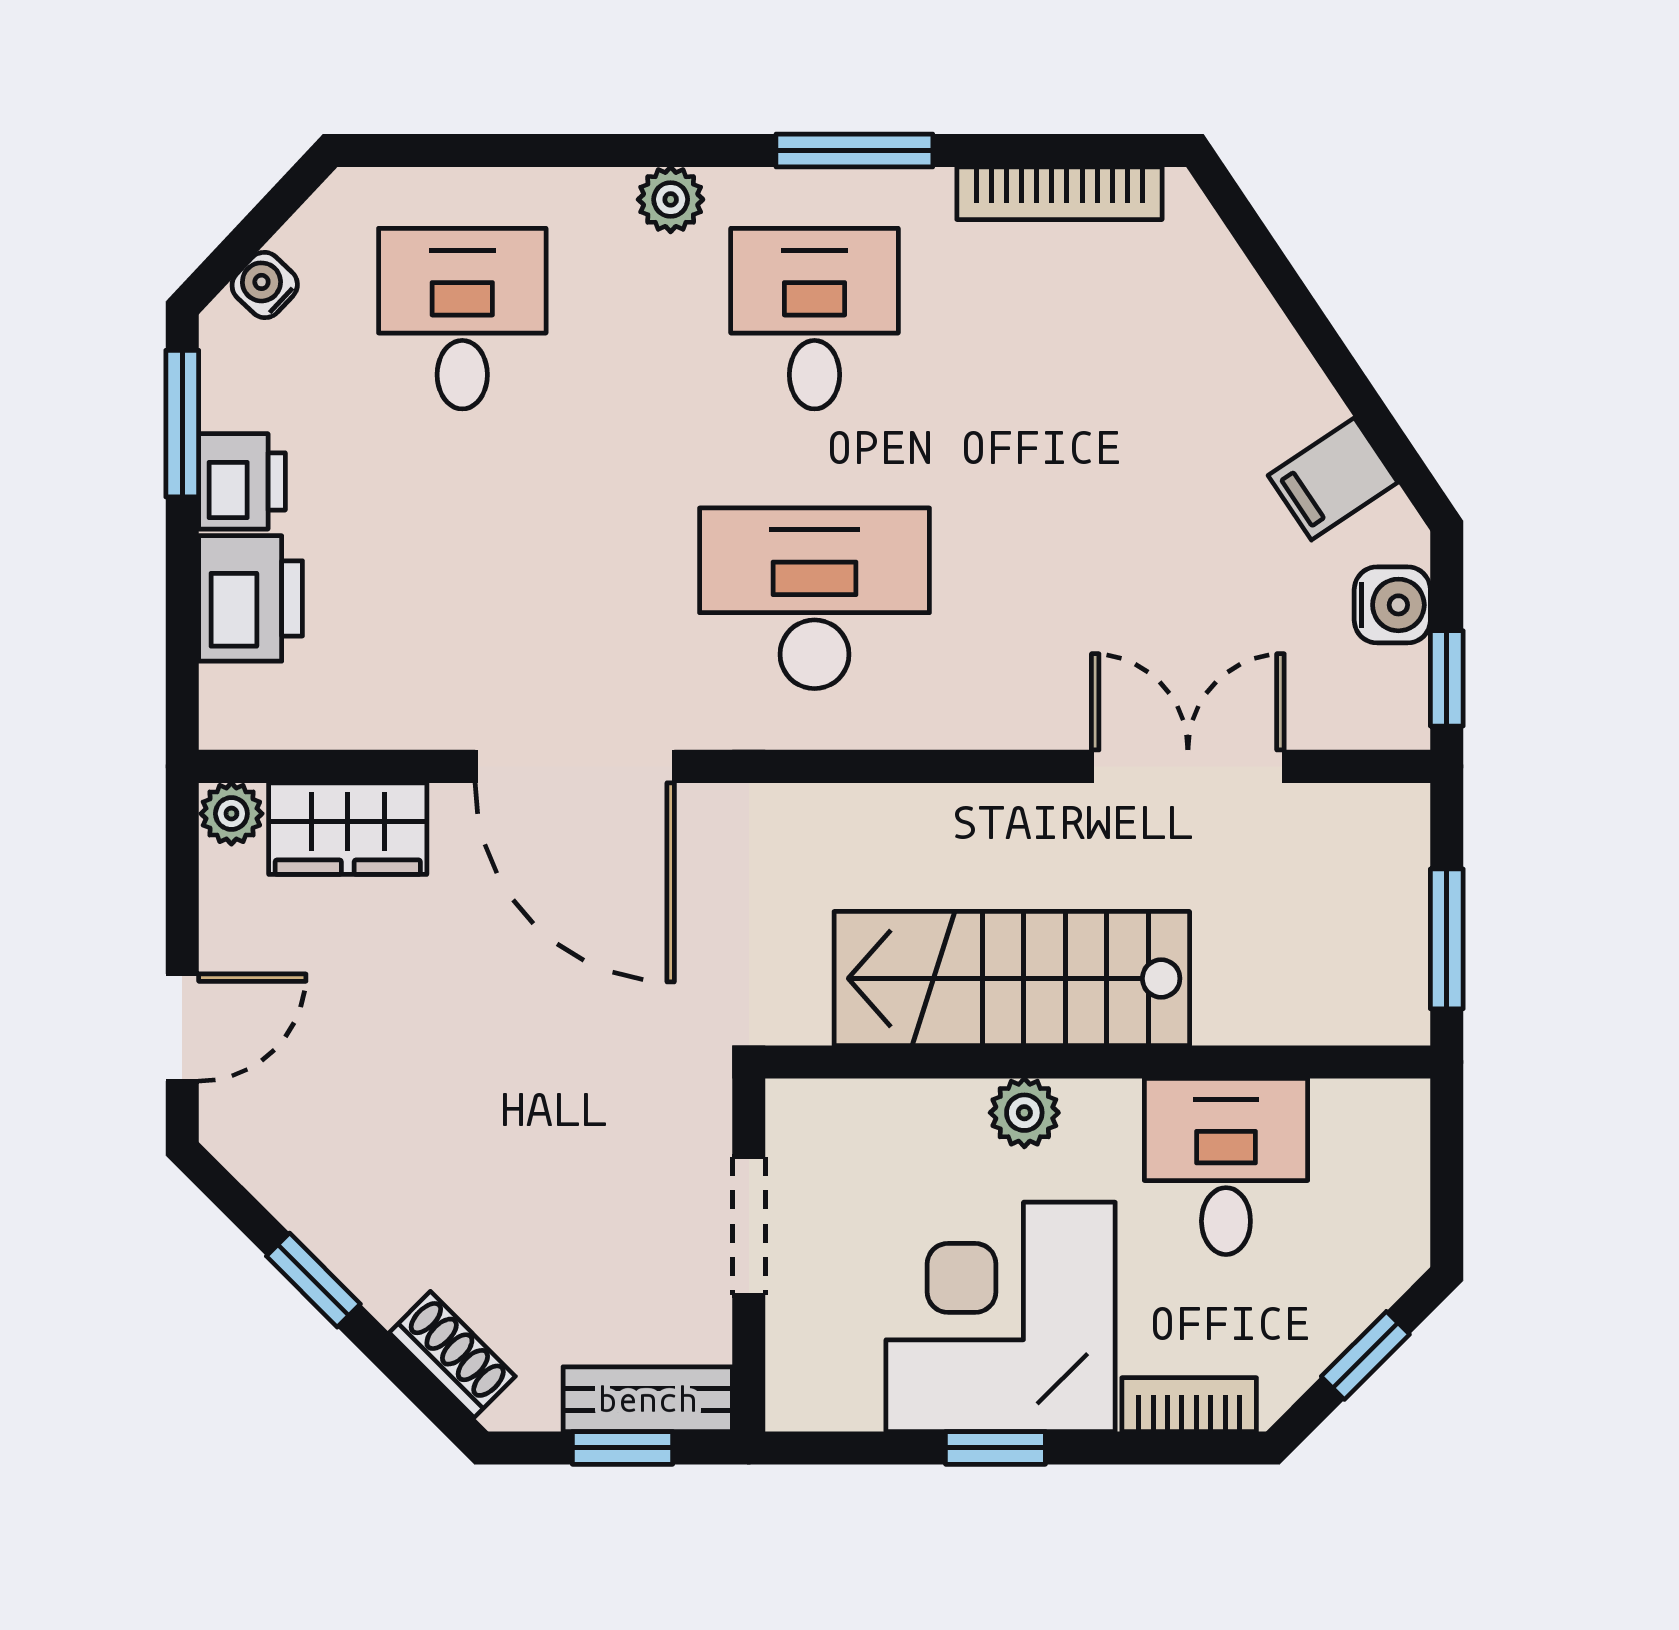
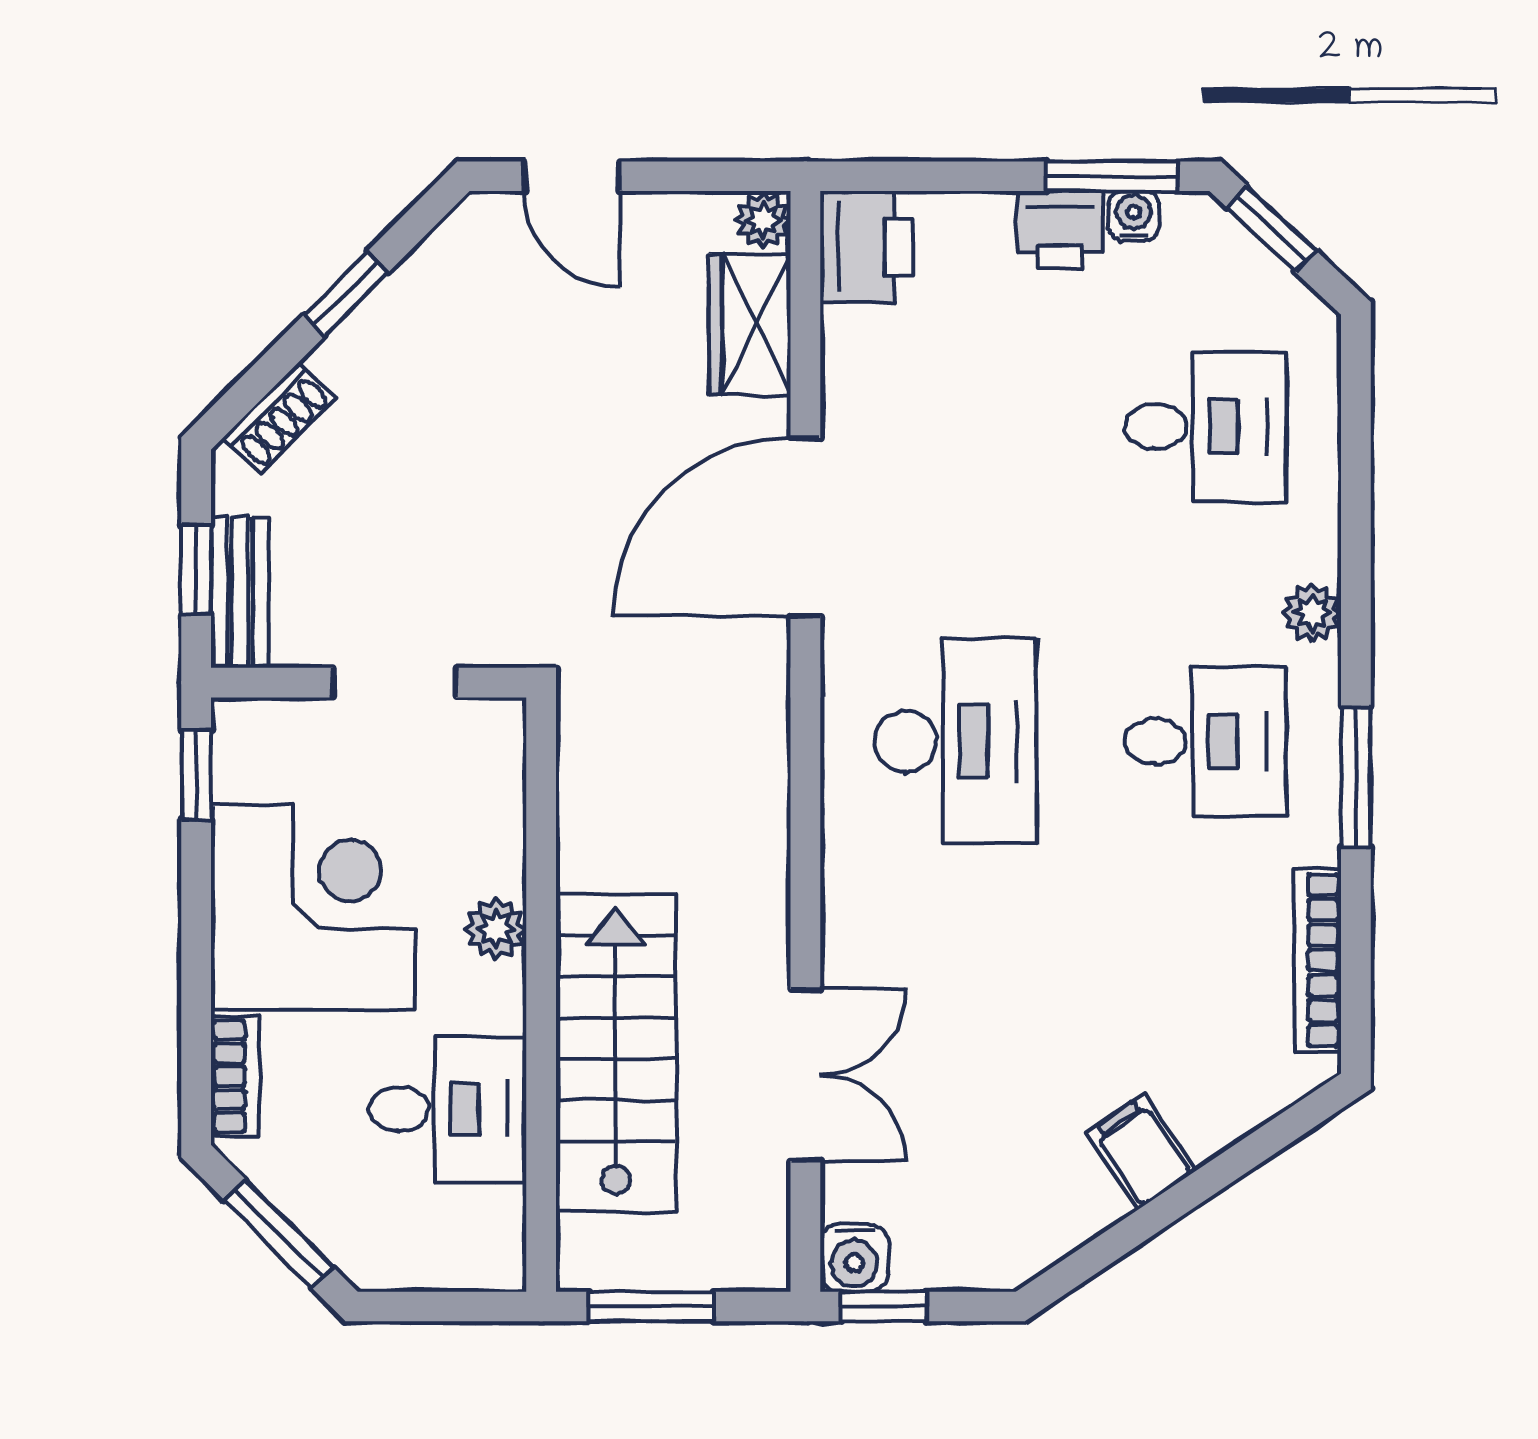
window: (241, 245) -> (1271, 229), added
water cooler: (265, 285) -> (1134, 216), moved, turned -43
filing cabinet: (1333, 479) -> (1141, 1152), moved
printer: (251, 598) -> (866, 247), moved, turned -90
water cooler: (1392, 605) -> (854, 1258), moved
stairs: (1012, 978) -> (616, 1053), moved
window: (1365, 1355) -> (279, 1234), width x1.50
window: (995, 1448) -> (196, 775), moved

